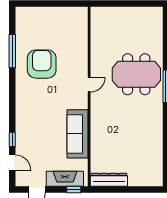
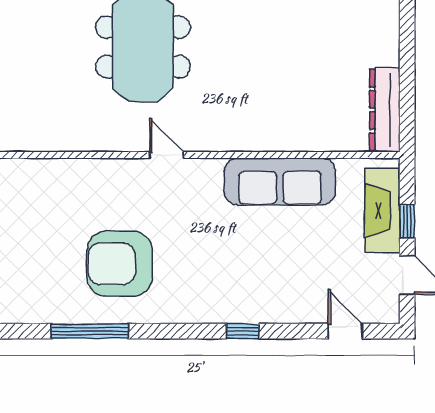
window: (12, 139) -> (243, 331), moved
door: (12, 162) -> (345, 331), hinge flipped
window: (74, 189) -> (407, 221), moved

